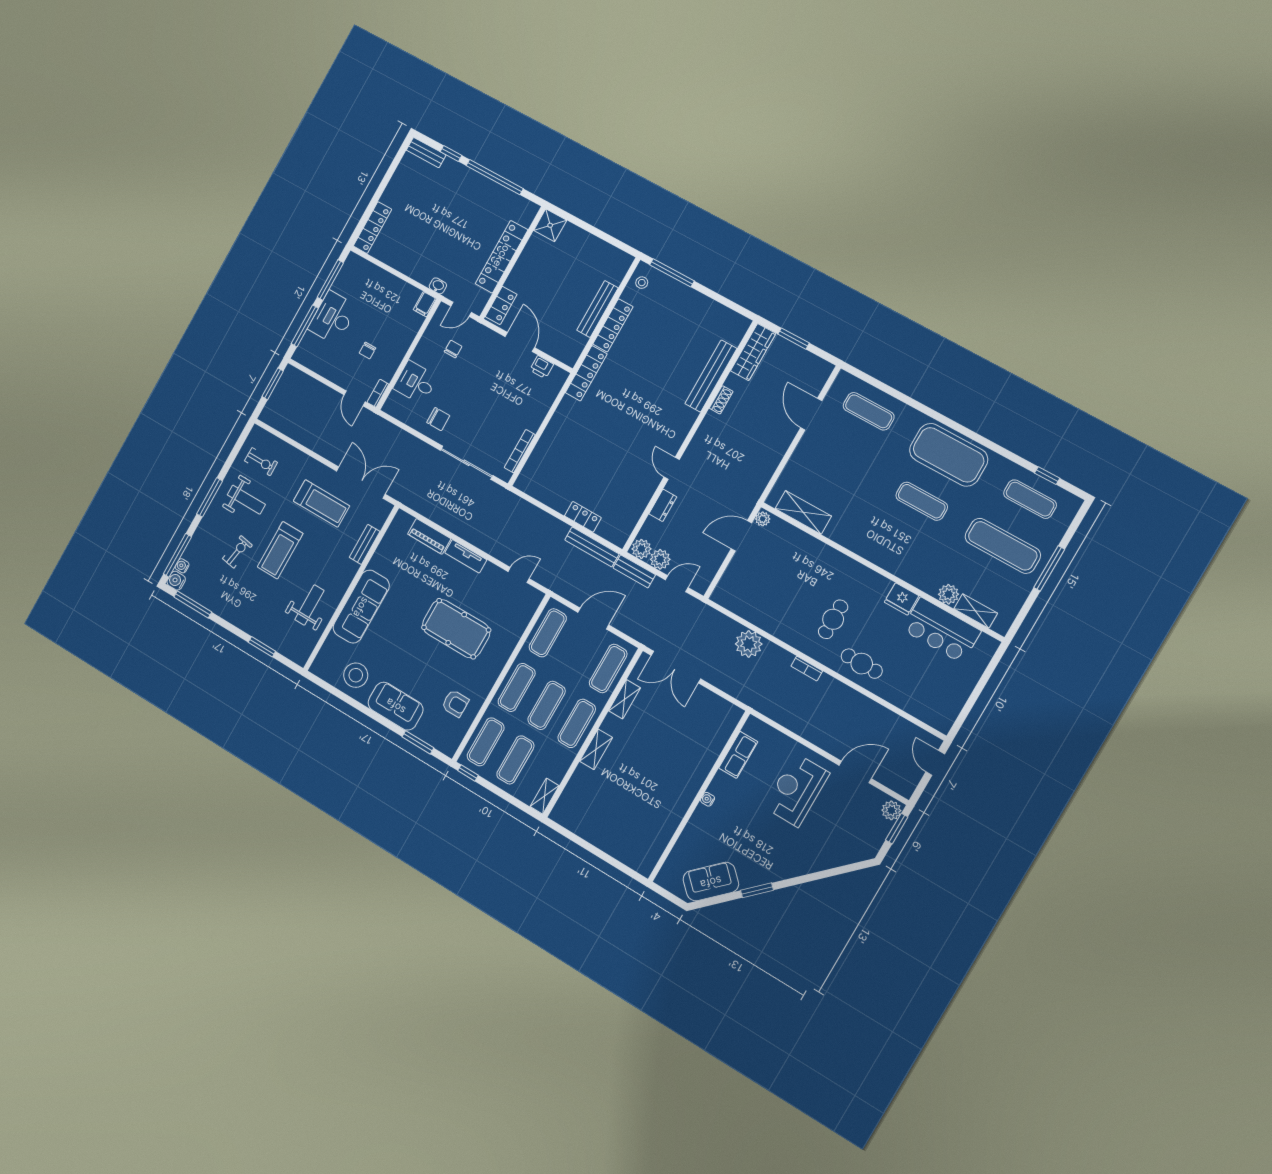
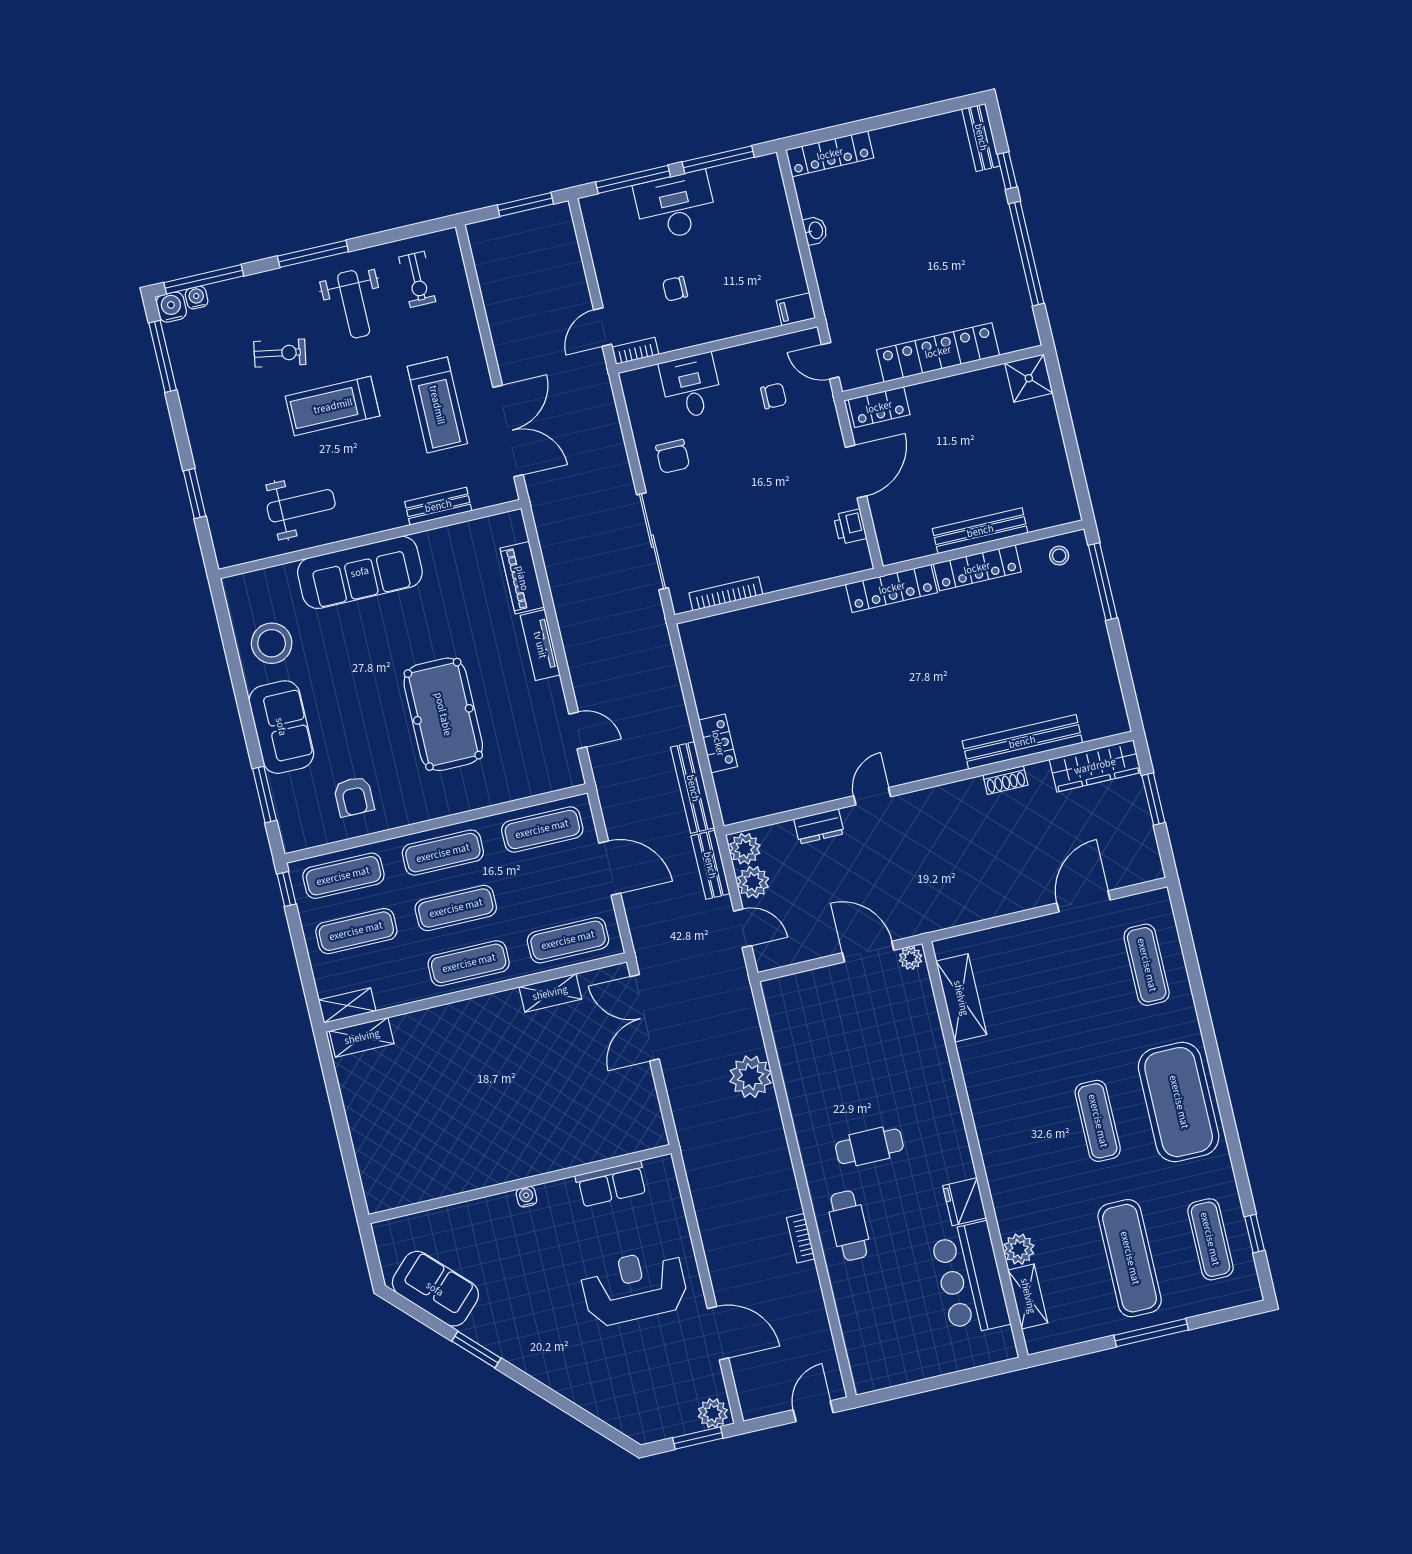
washbasin: (438, 286) -> (815, 230), moved
bookcase: (807, 669) -> (801, 1238), moved
shelving: (596, 749) -> (362, 1037), moved

